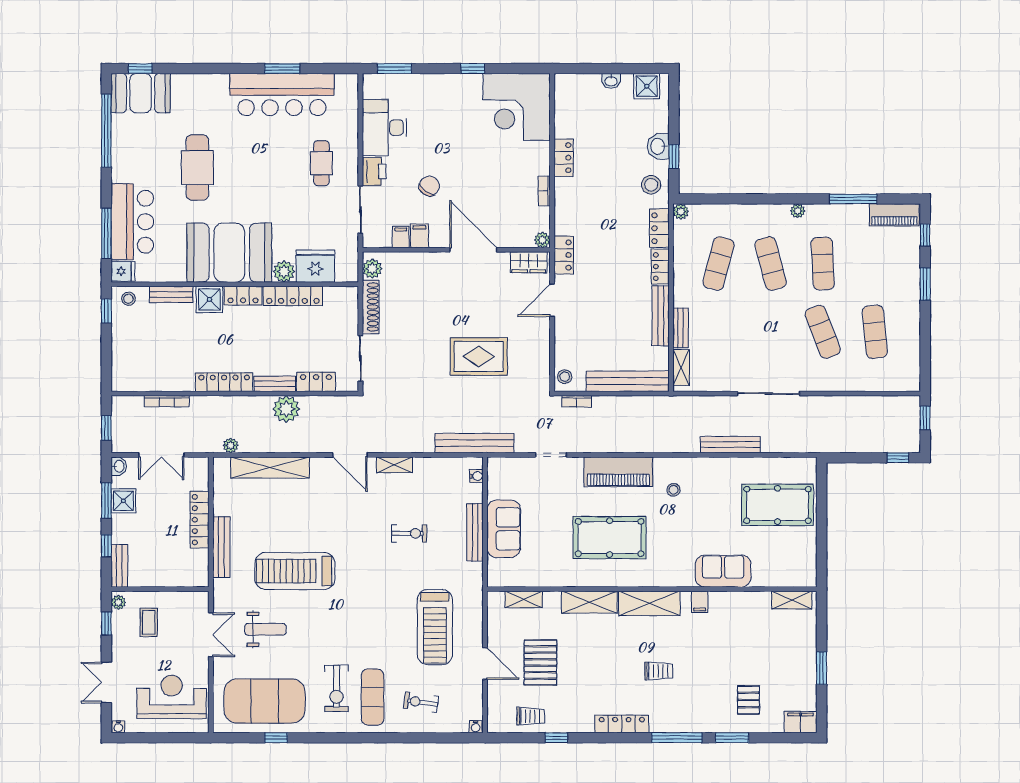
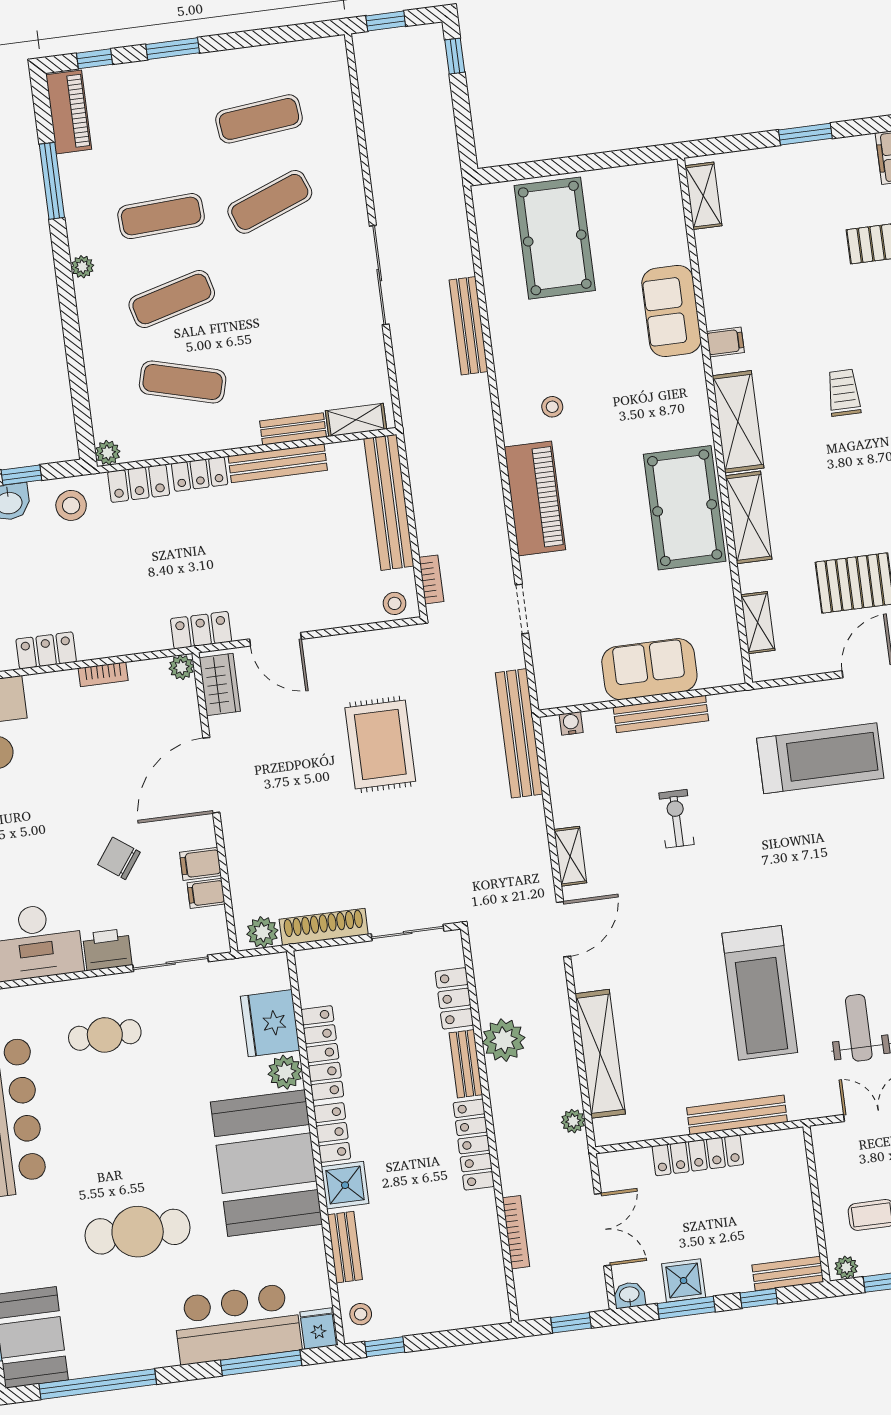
pool table: (610, 538) -> (685, 508), moved

